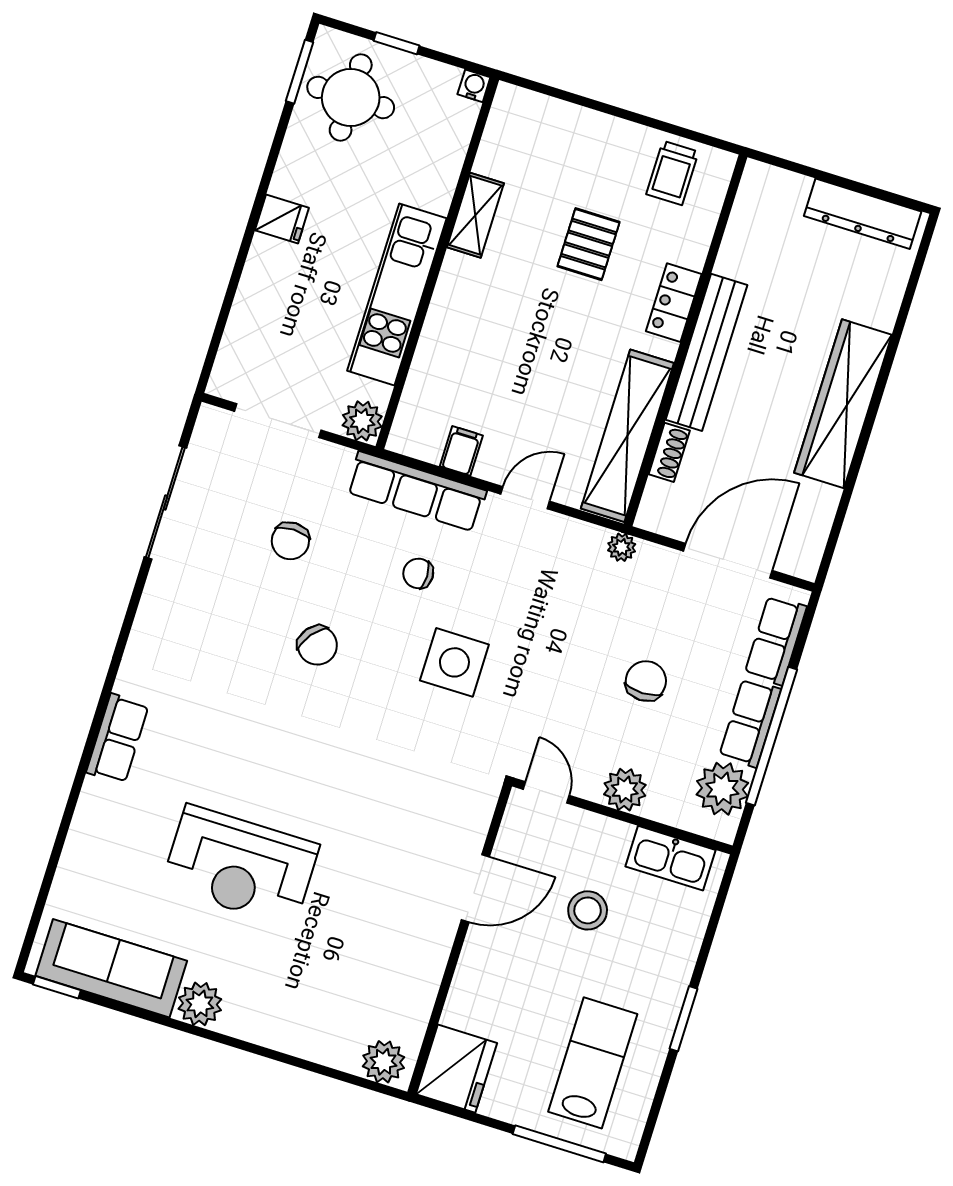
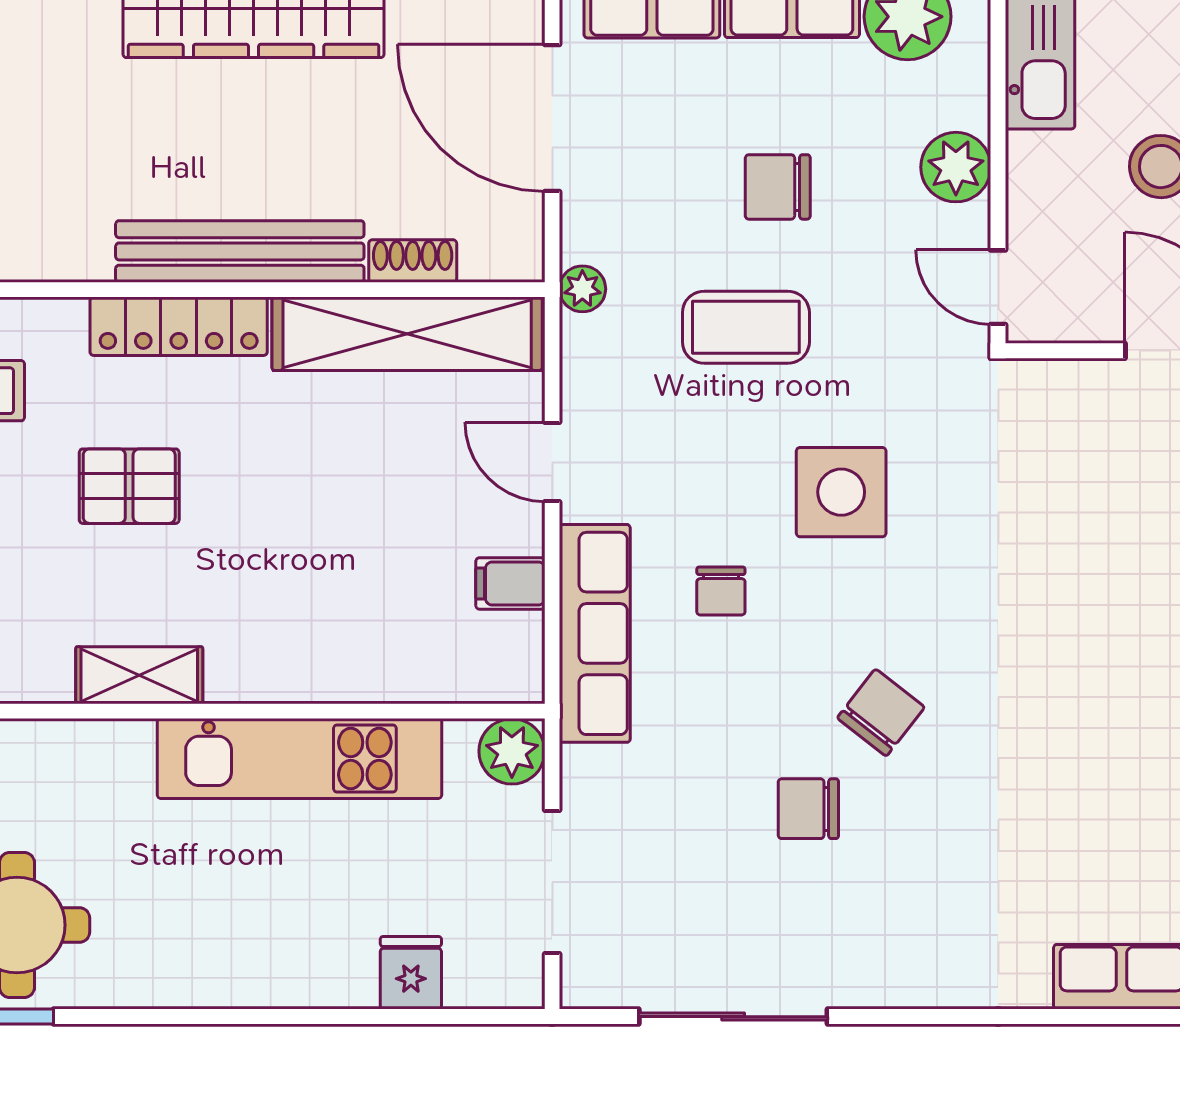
fridge: (282, 219) -> (411, 973), moved
locker: (674, 303) -> (179, 326), width x1.53
chair: (290, 541) -> (808, 809), moved, turned 180
coffee table: (569, 637) -> (746, 327), added
door: (546, 792) -> (998, 287), hinge flipped

